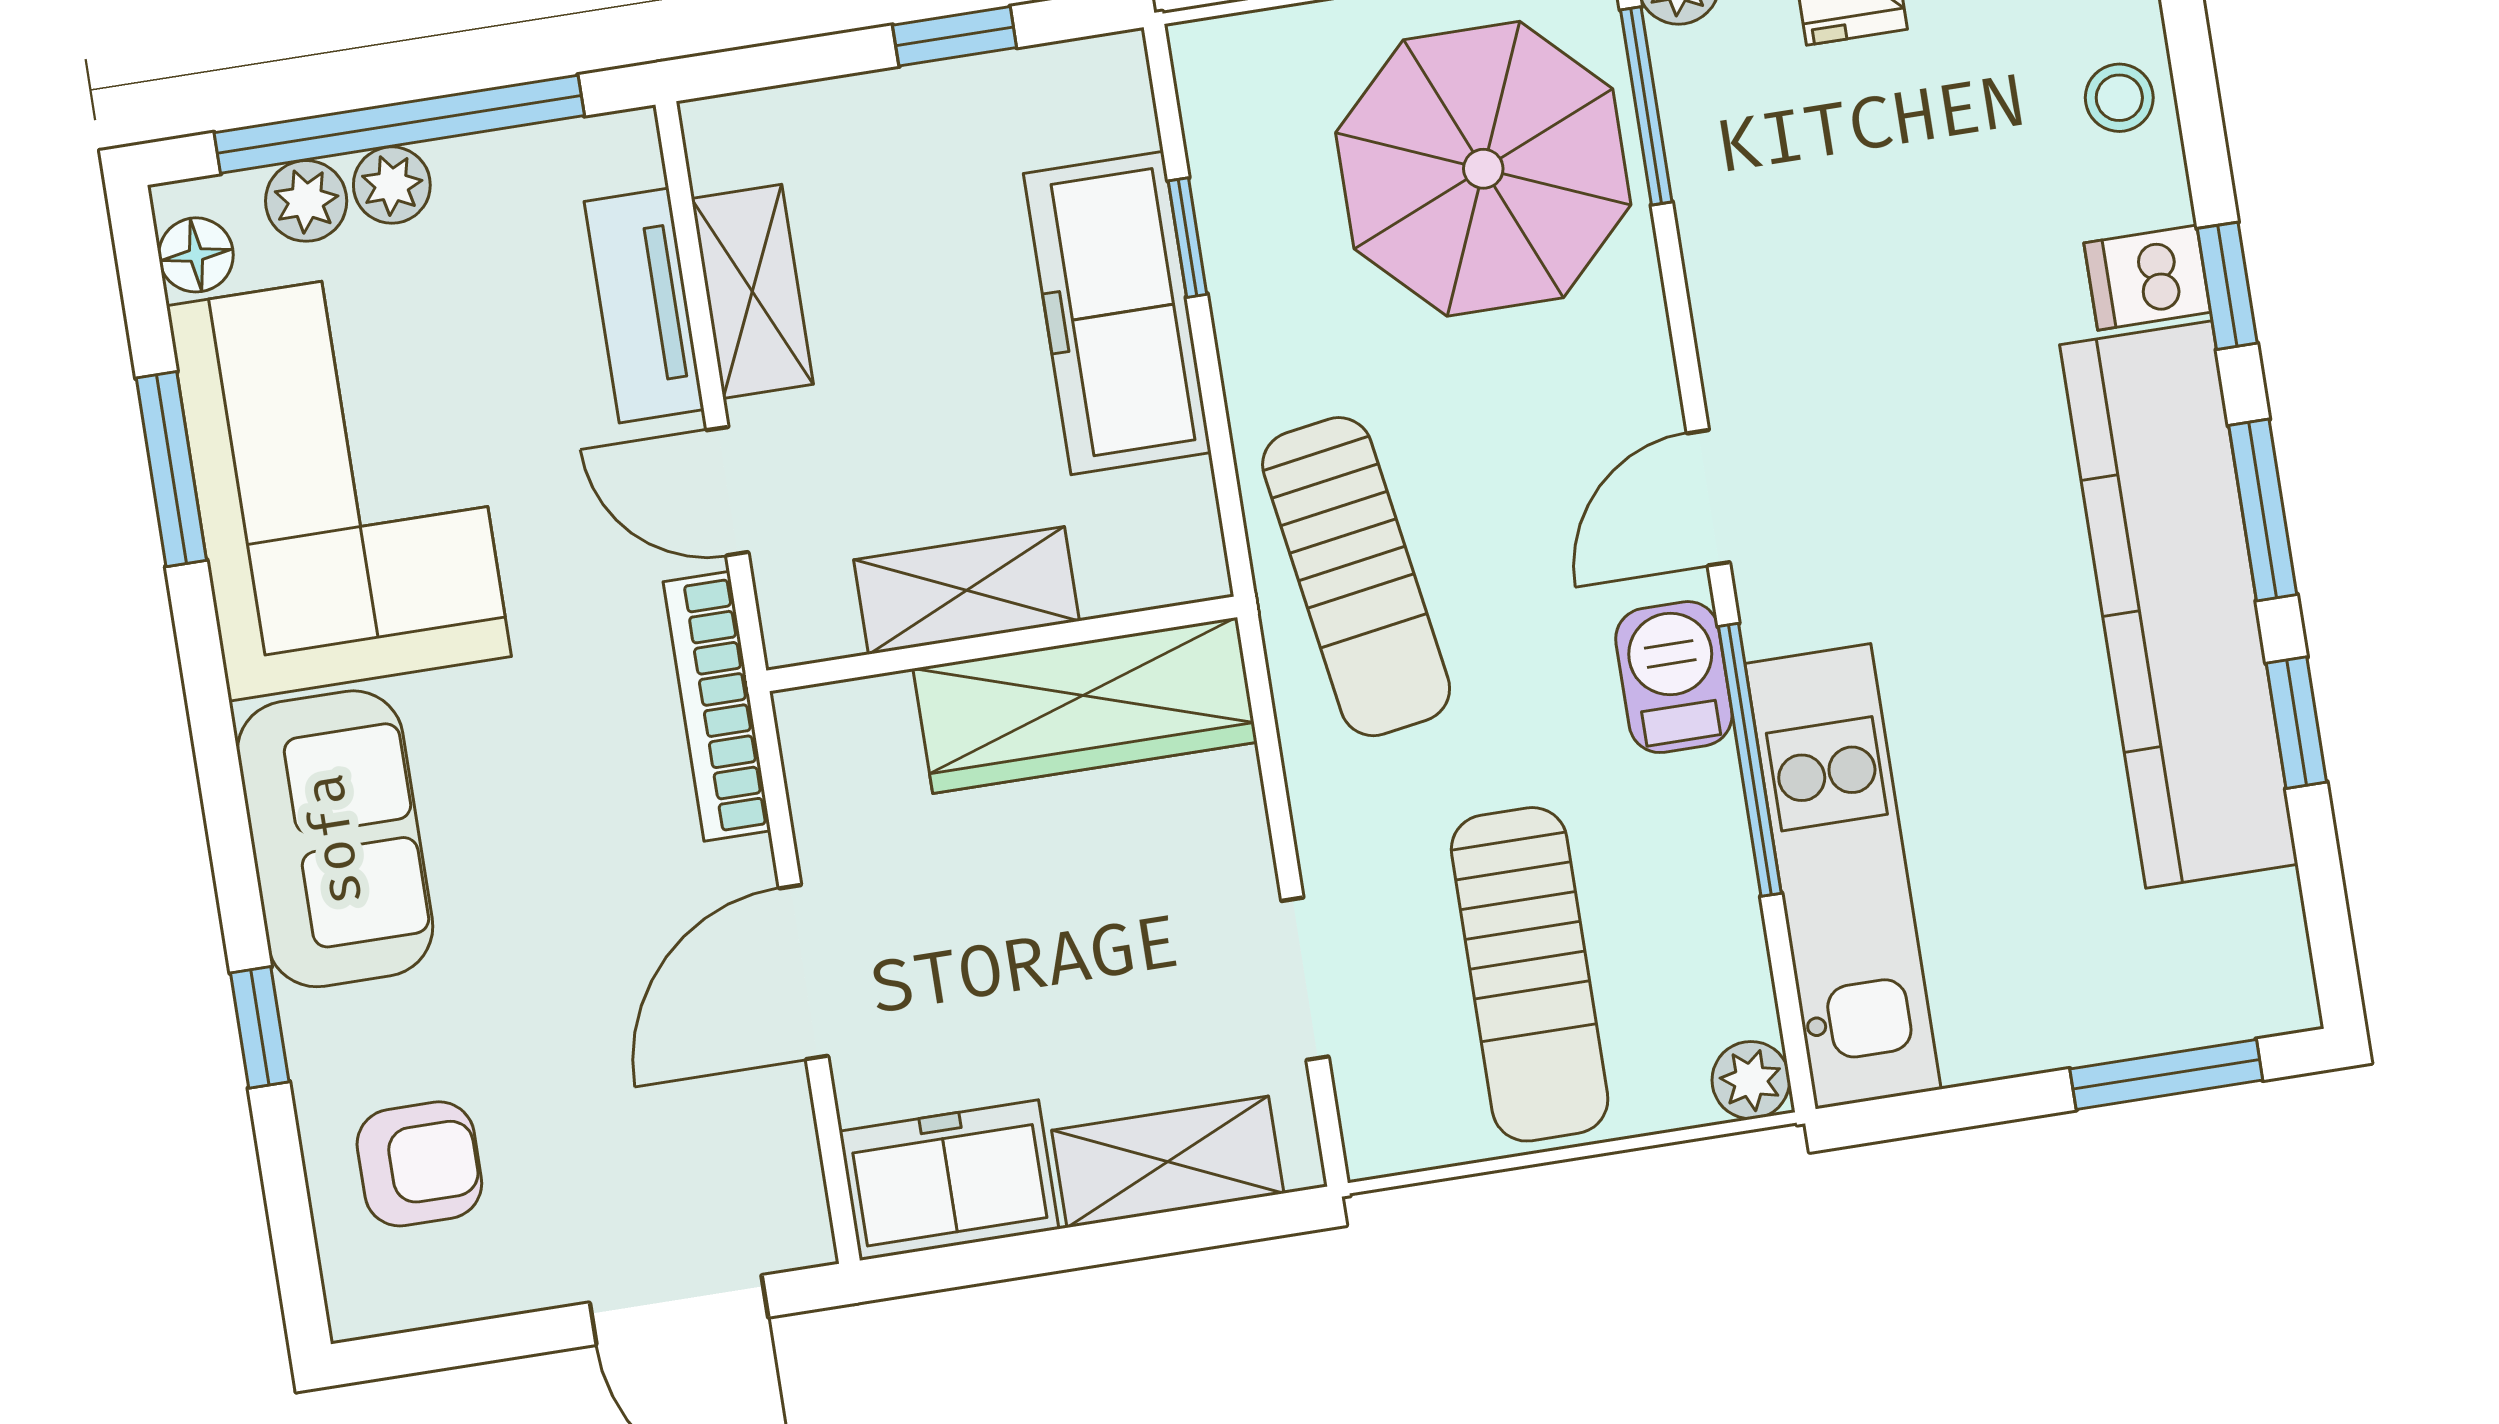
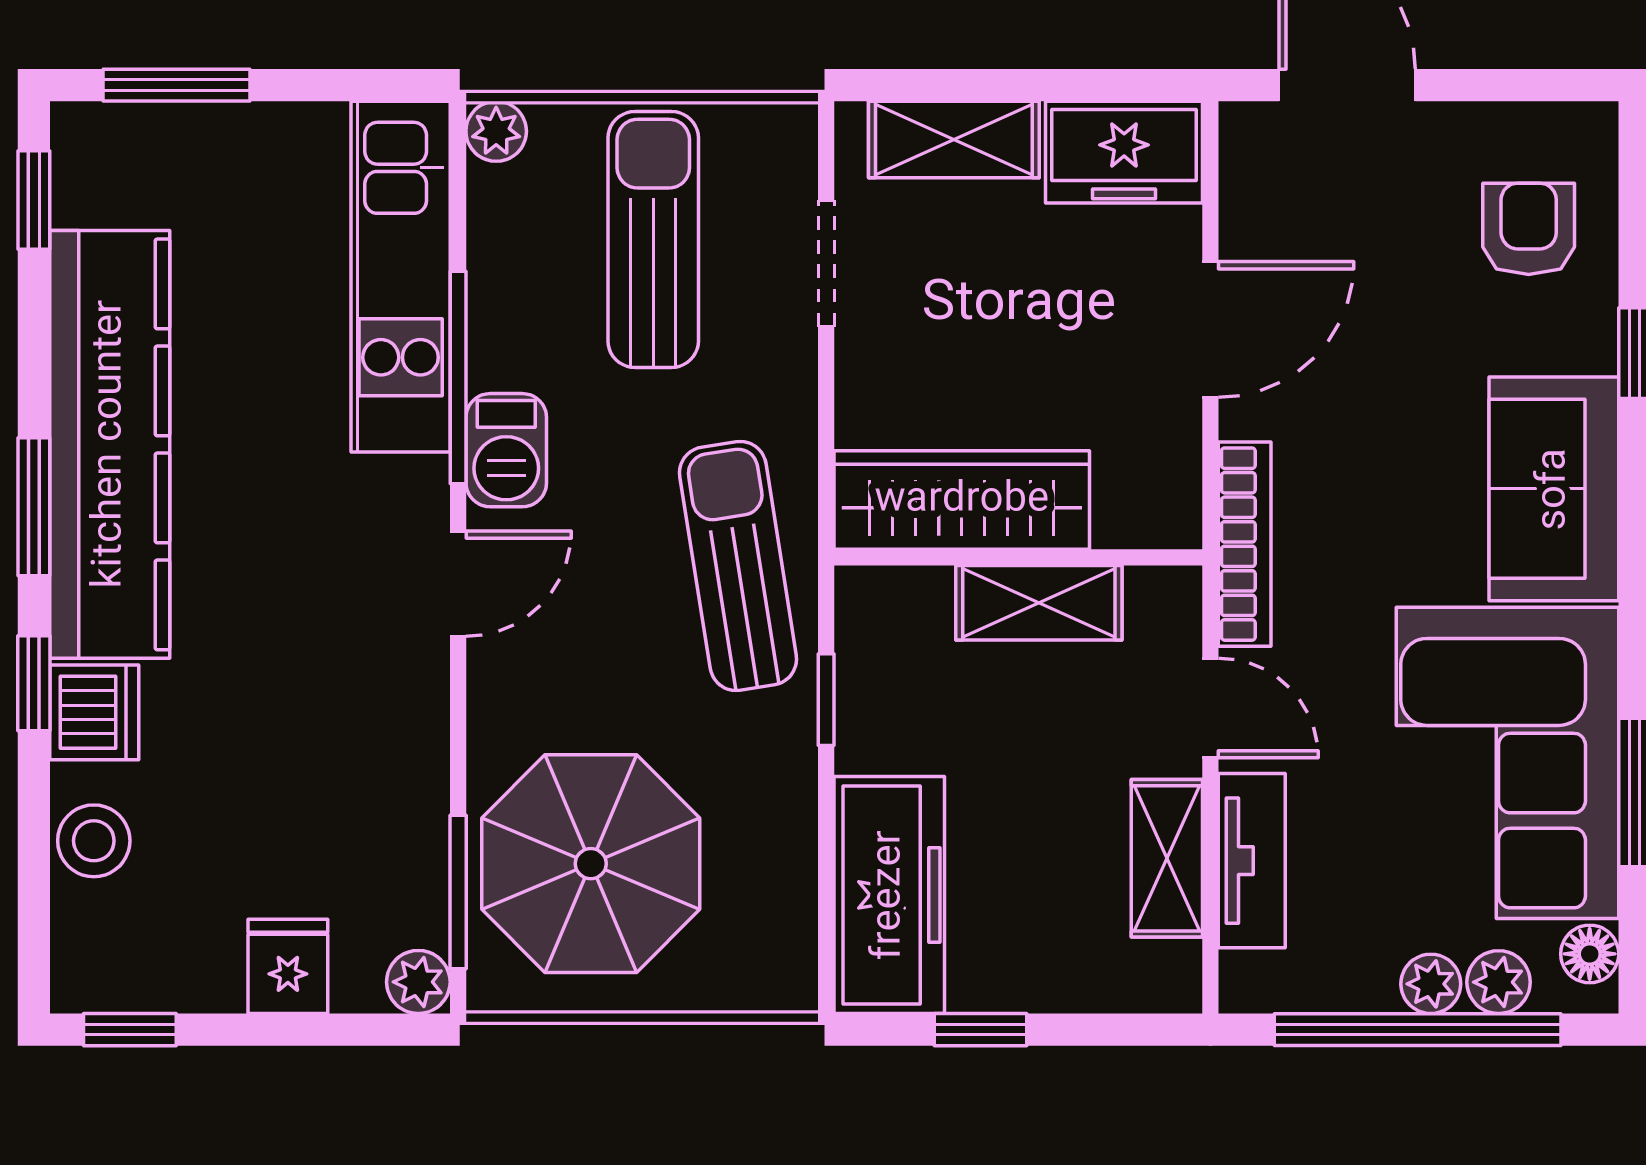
stool: (2119, 98) -> (94, 841), width x1.37, depth x1.37
window: (1188, 238) -> (826, 700), moved
dishwasher: (2147, 278) -> (94, 712), width x1.38
freezer: (1117, 313) -> (889, 895), moved
window: (2296, 723) -> (34, 200), moved
armchair: (419, 1164) -> (1529, 229), turned 90

